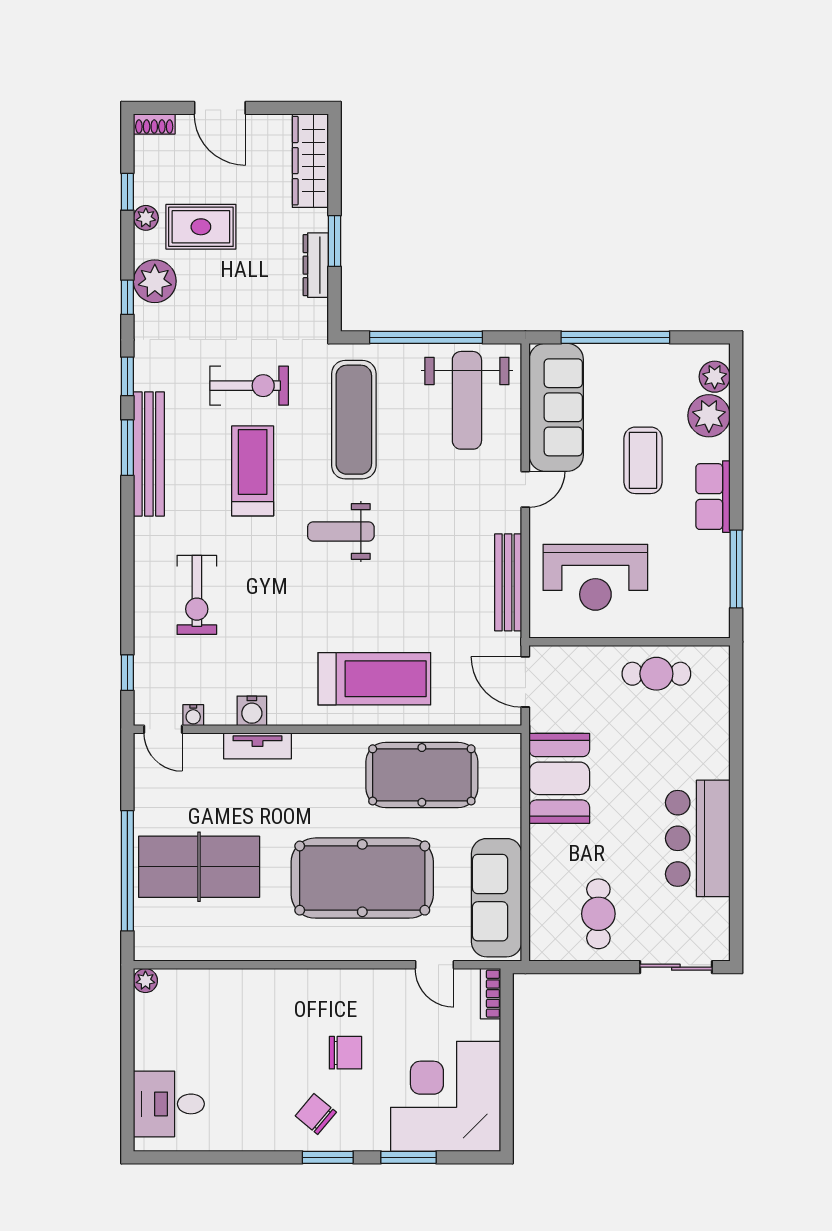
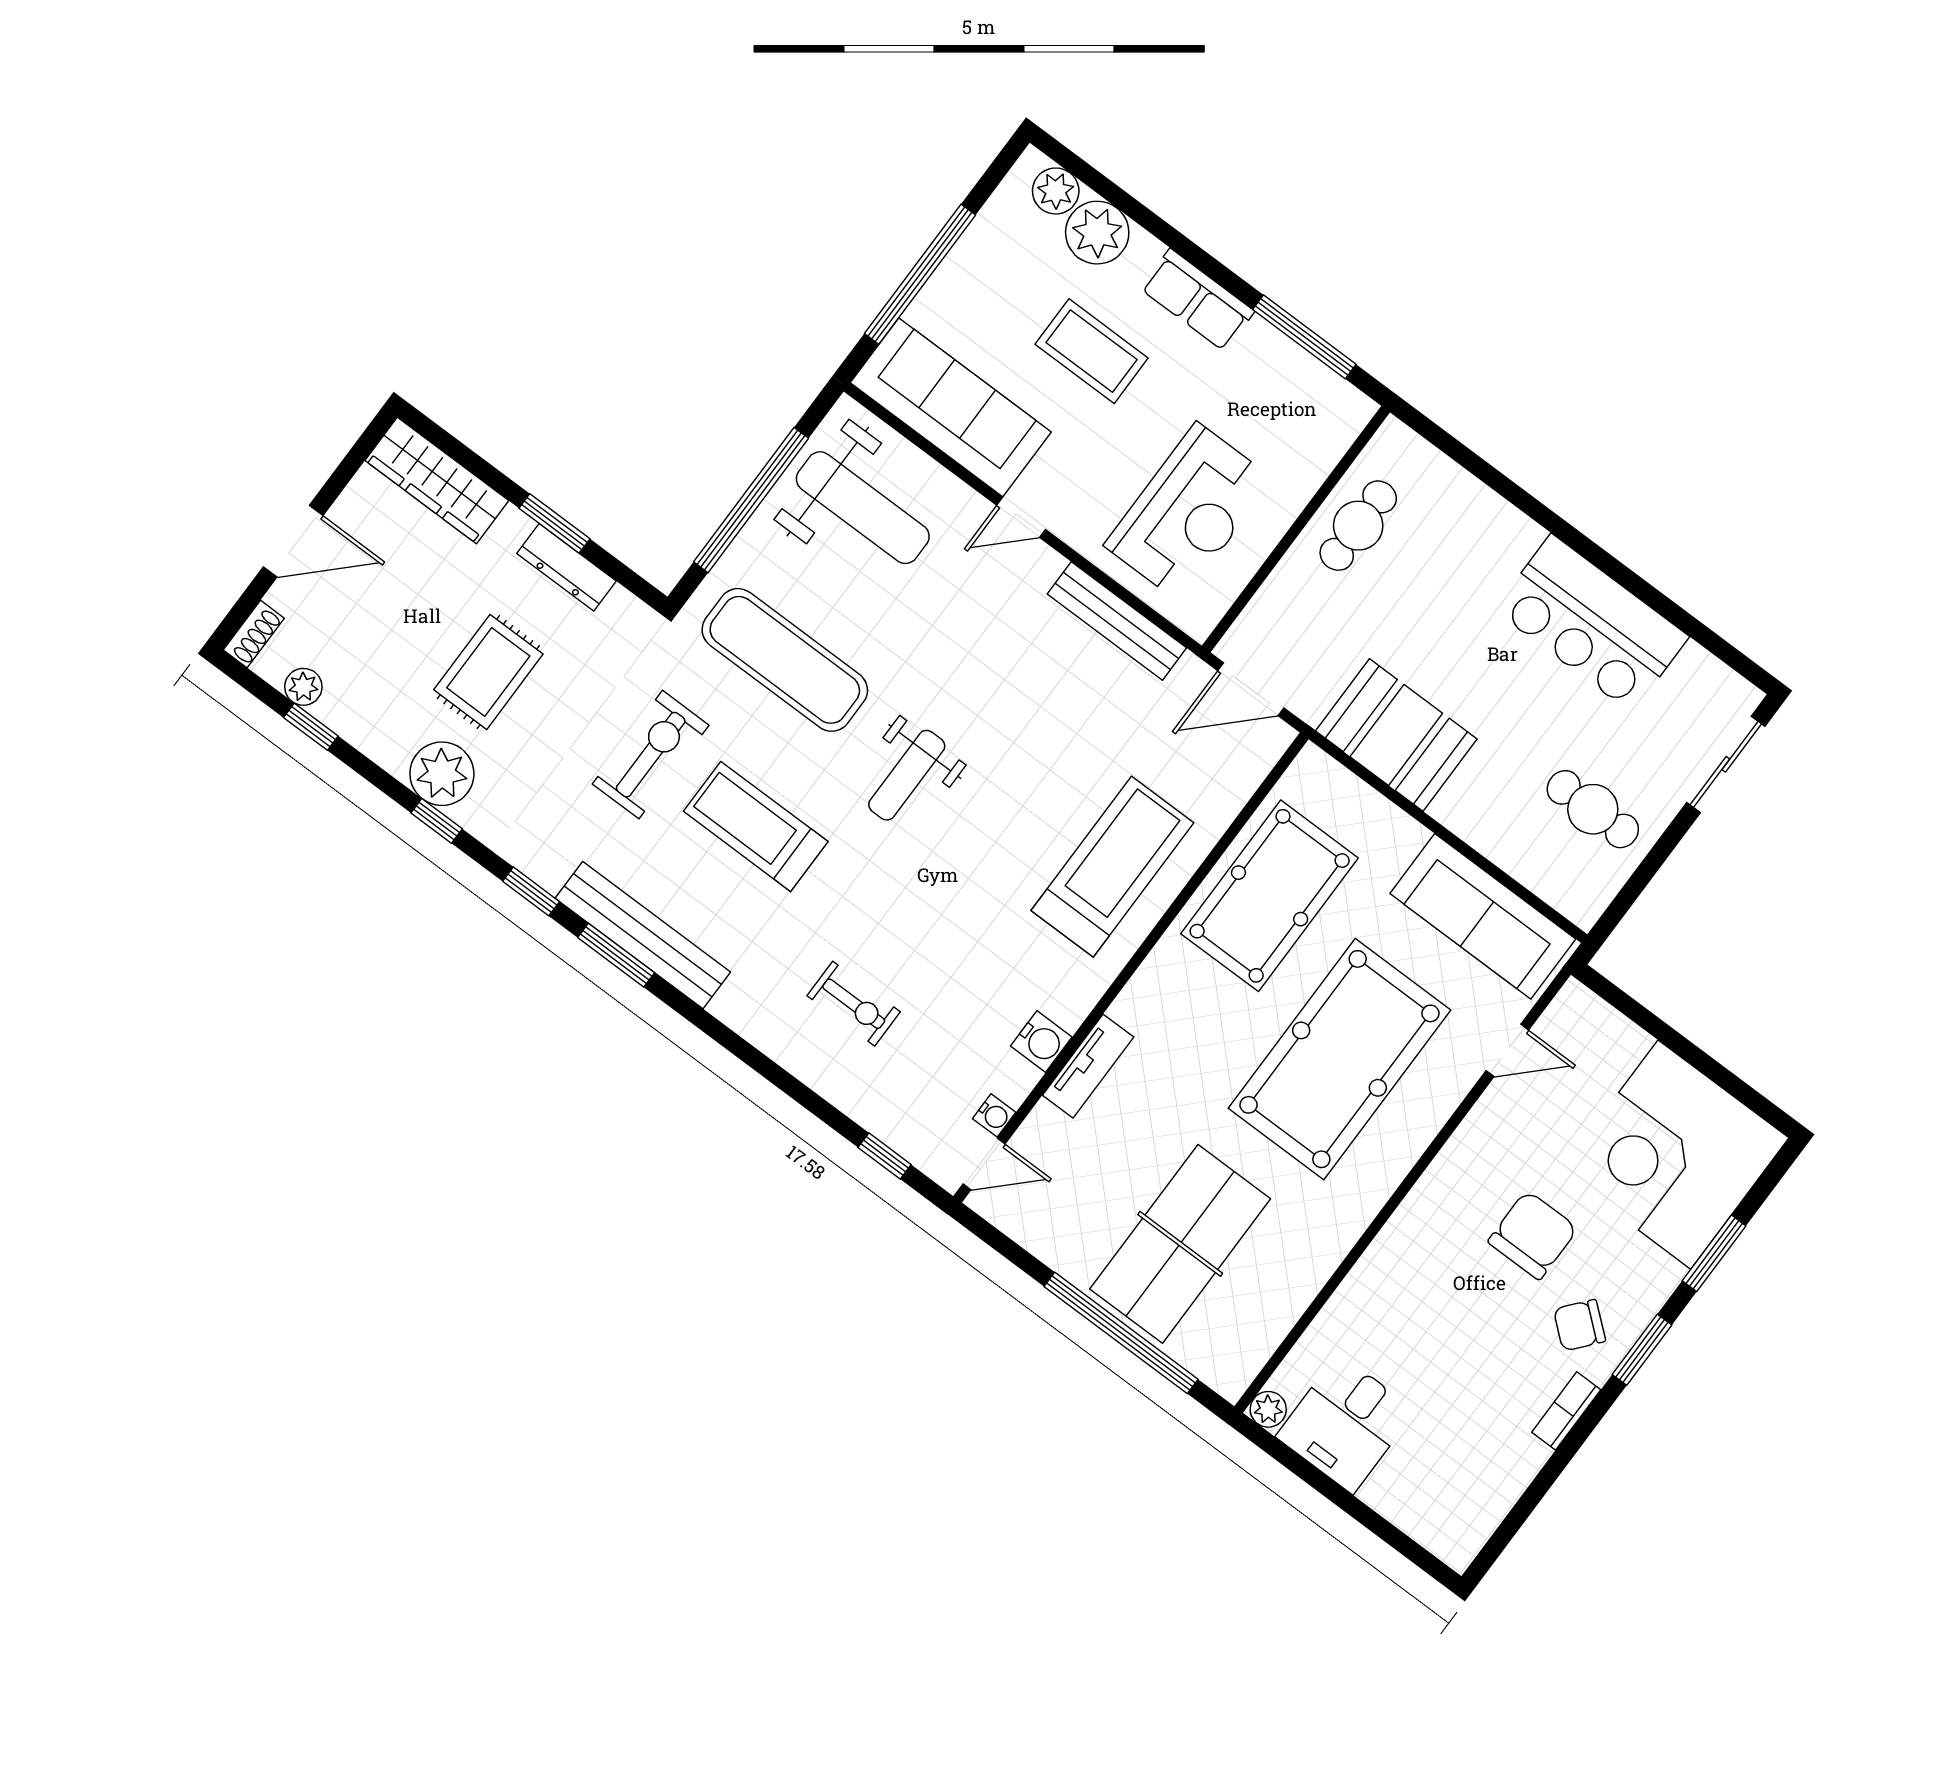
plant: (146, 218) -> (303, 687), moved
rug: (201, 227) -> (488, 672), moved
door: (525, 489) -> (1021, 517), swing flipped
exercise bike: (197, 595) -> (854, 1004), width x0.73, depth x0.72
bookcase: (490, 994) -> (1566, 1411), moved, turned 90
chair: (345, 1053) -> (1533, 1235), width x1.37, depth x1.37
desk: (169, 1104) -> (1346, 1424), moved

